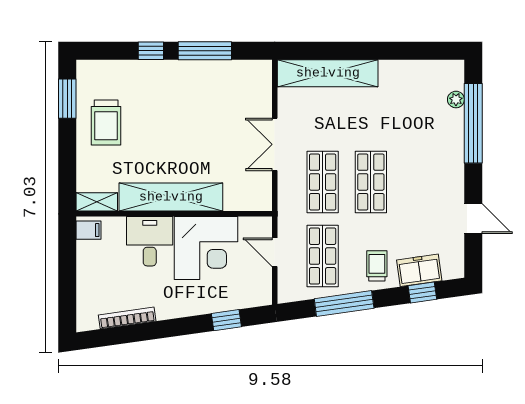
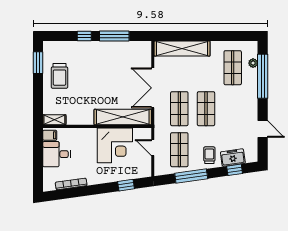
shop shelf: (419, 108) -> (233, 68), added
double door: (275, 144) -> (153, 88), width x1.37
shelving: (171, 197) -> (123, 117), moved
desk: (150, 241) -> (57, 154), moved, turned -90

